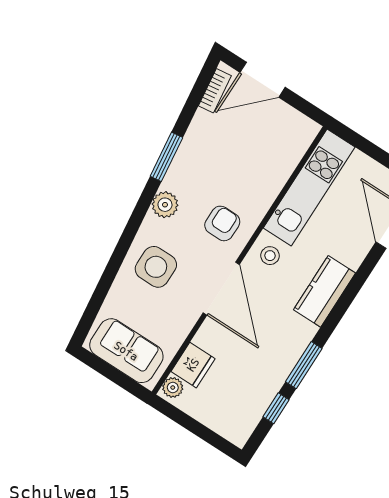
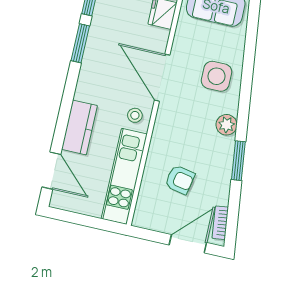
armchair: (222, 223) -> (180, 180), moved, turned -79
kitchen counter: (324, 291) -> (79, 127), moved

